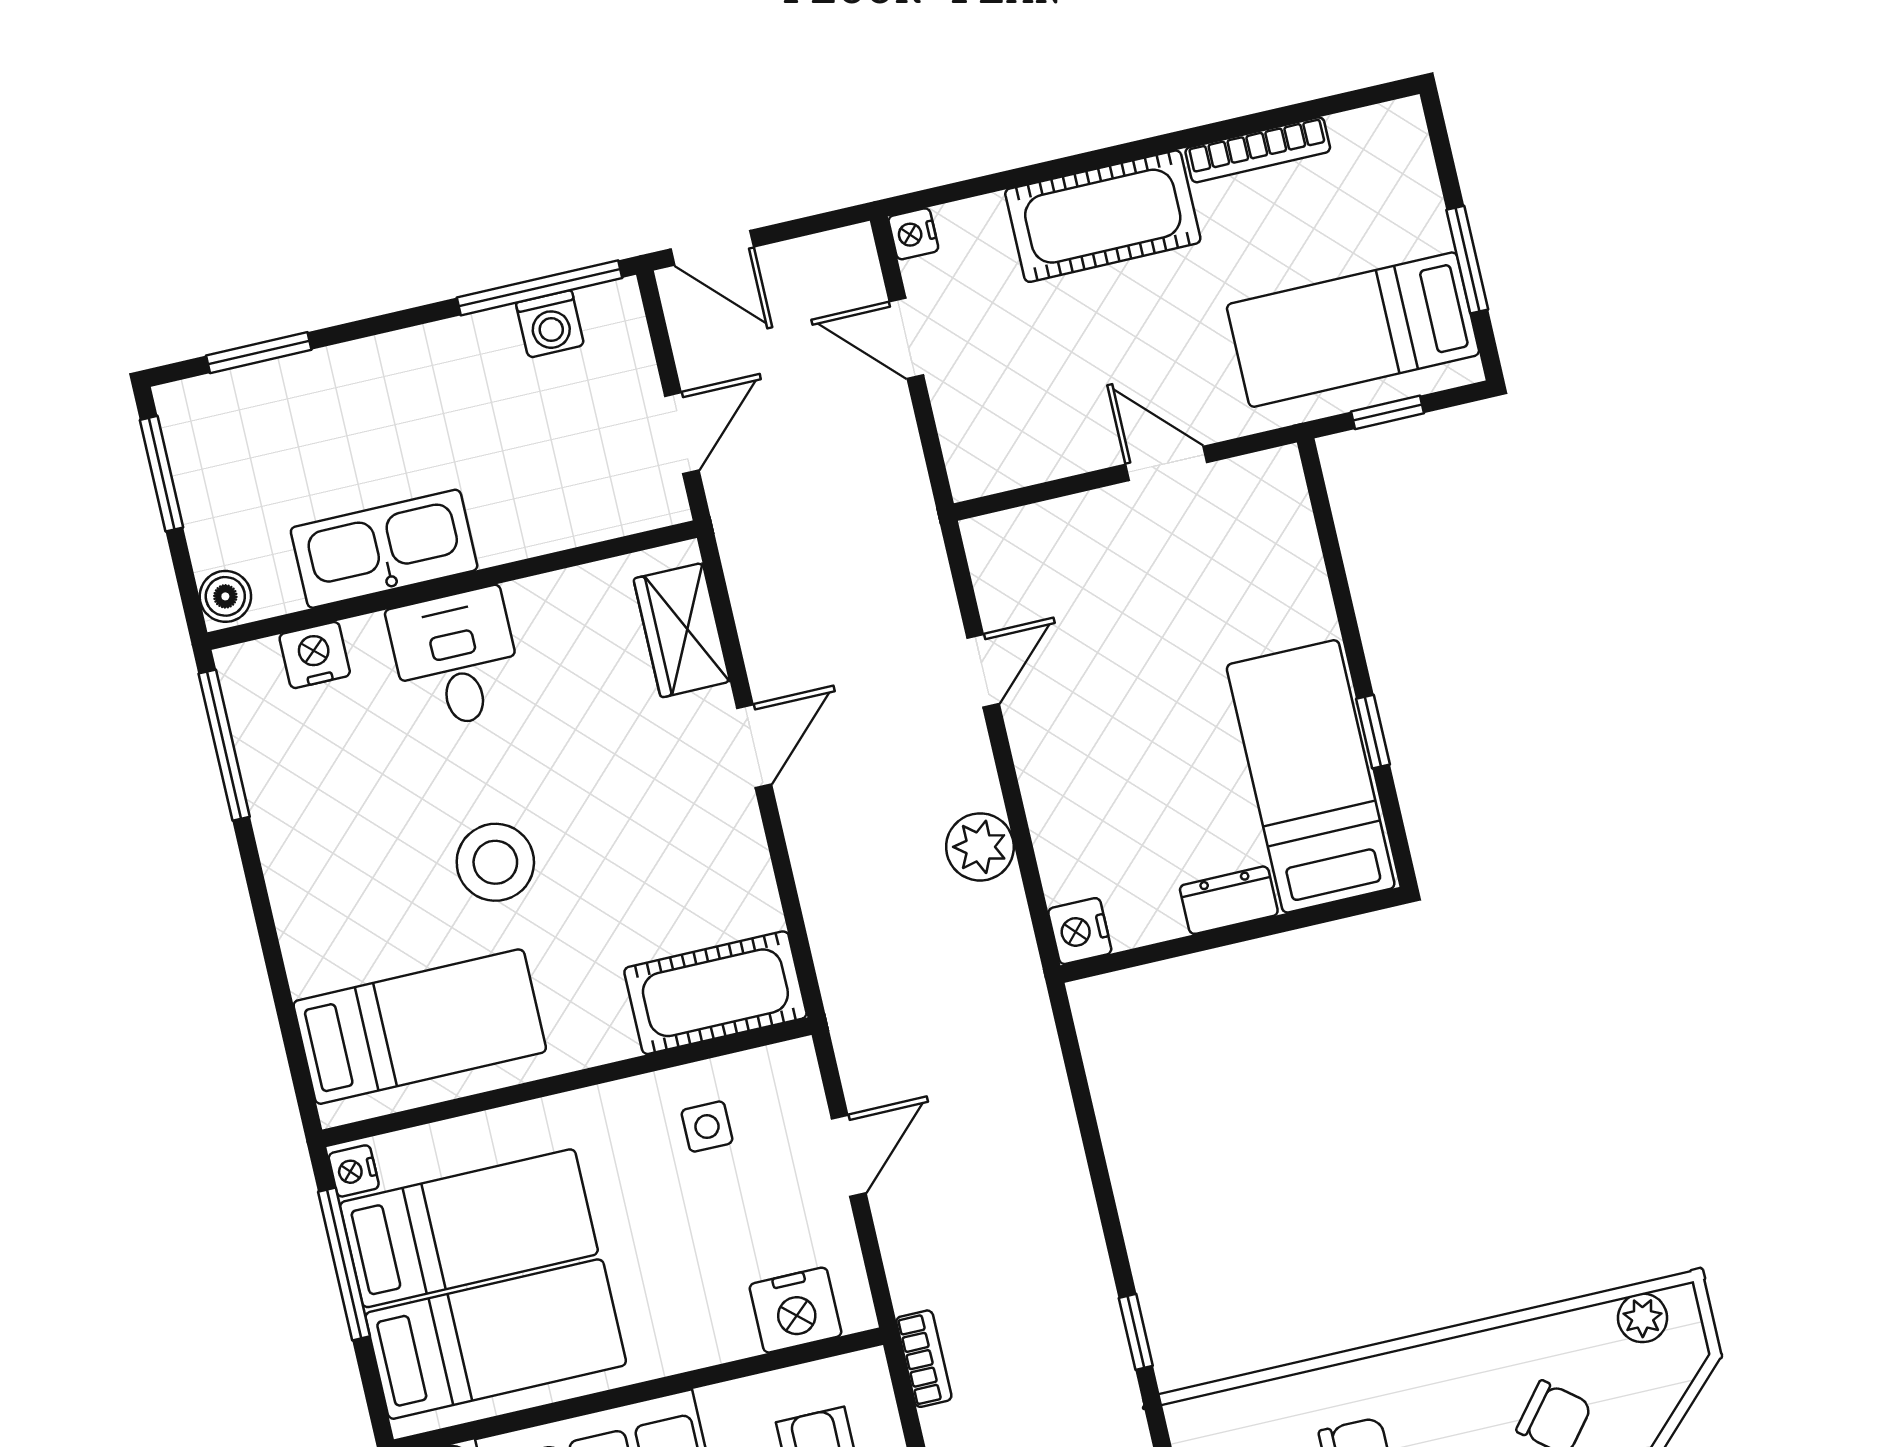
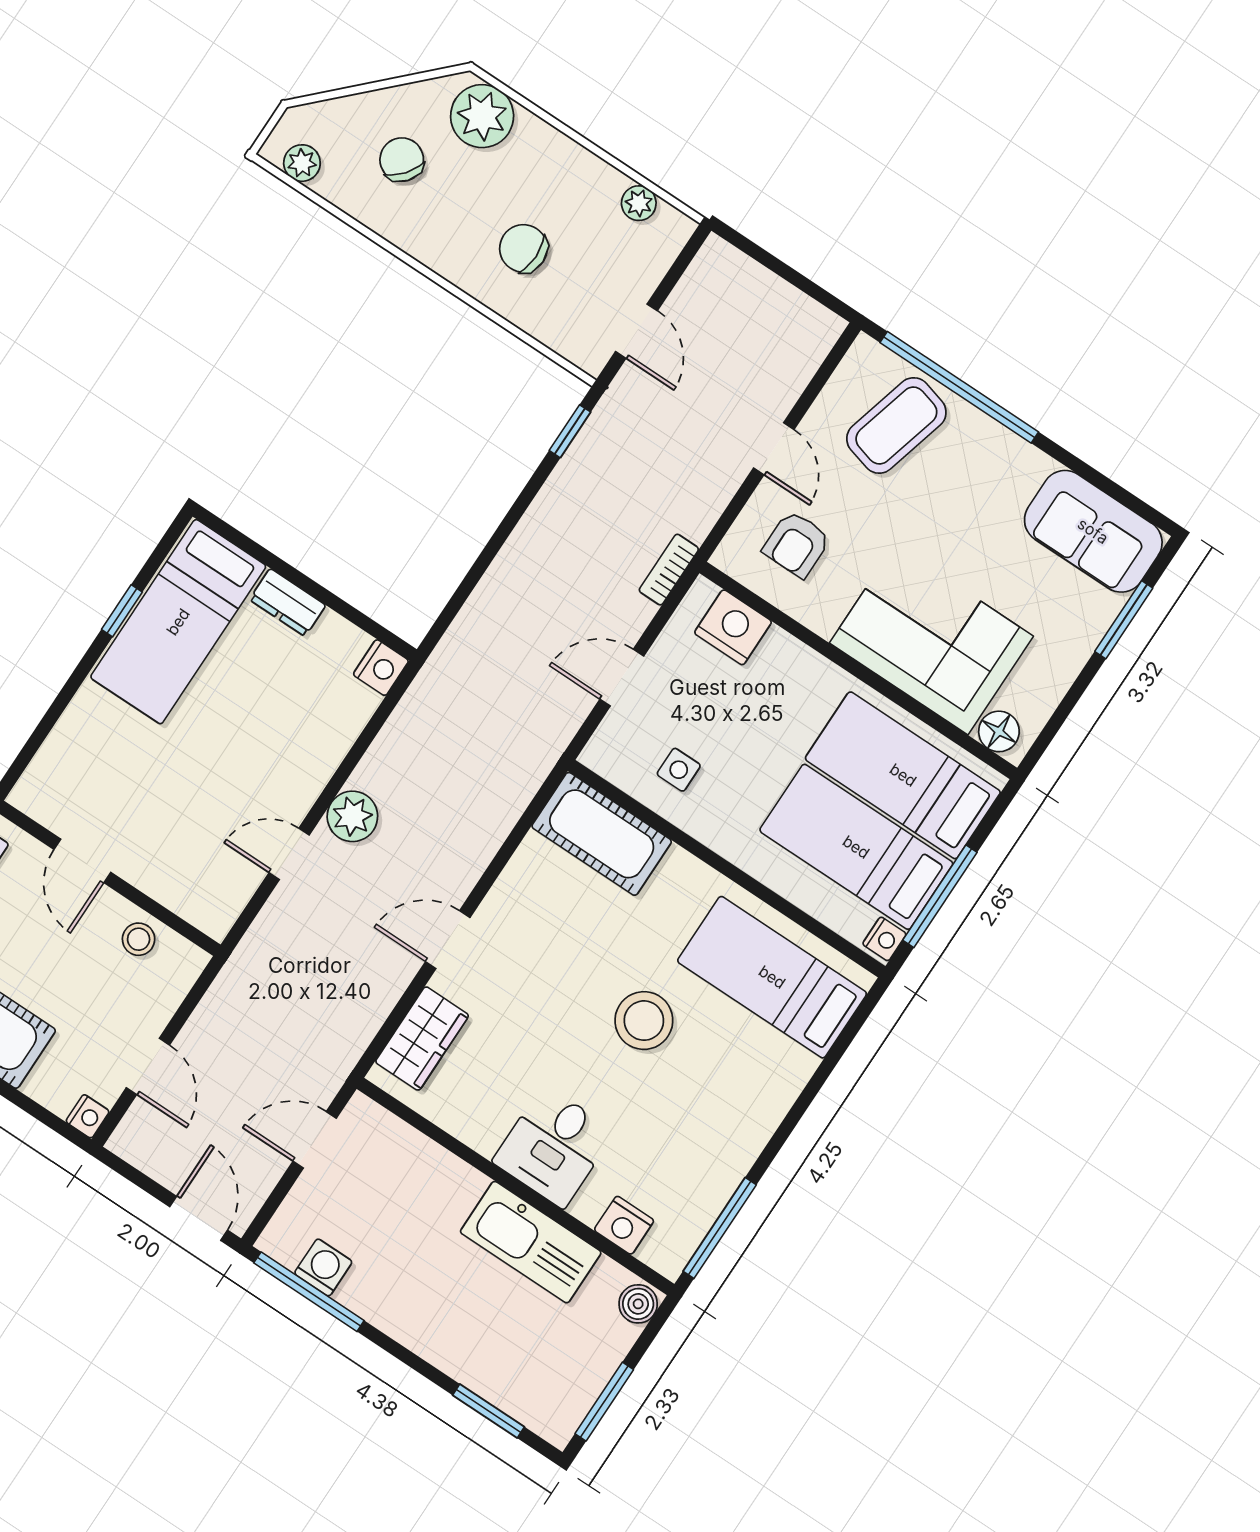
stool: (1039, 446) -> (139, 939), added
plant: (980, 847) -> (352, 816), moved
bookcase: (924, 1359) -> (669, 570), moved

